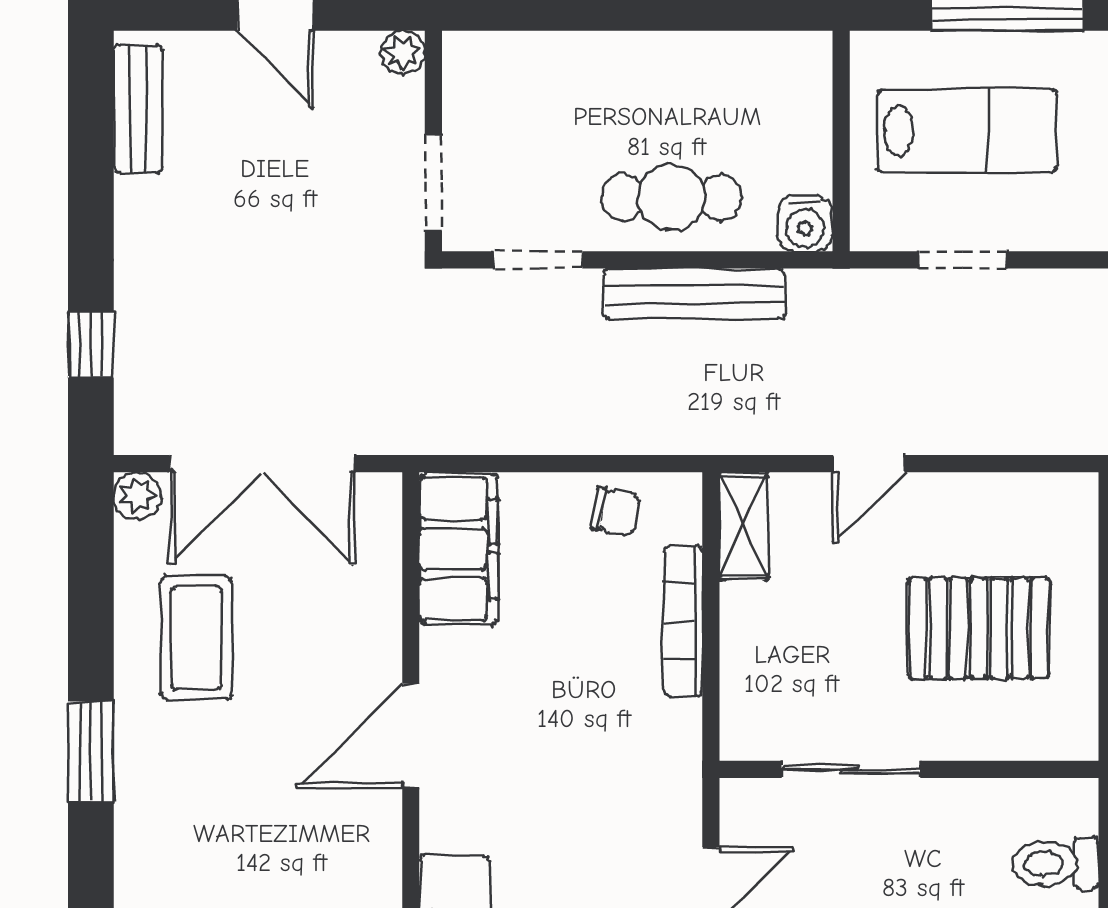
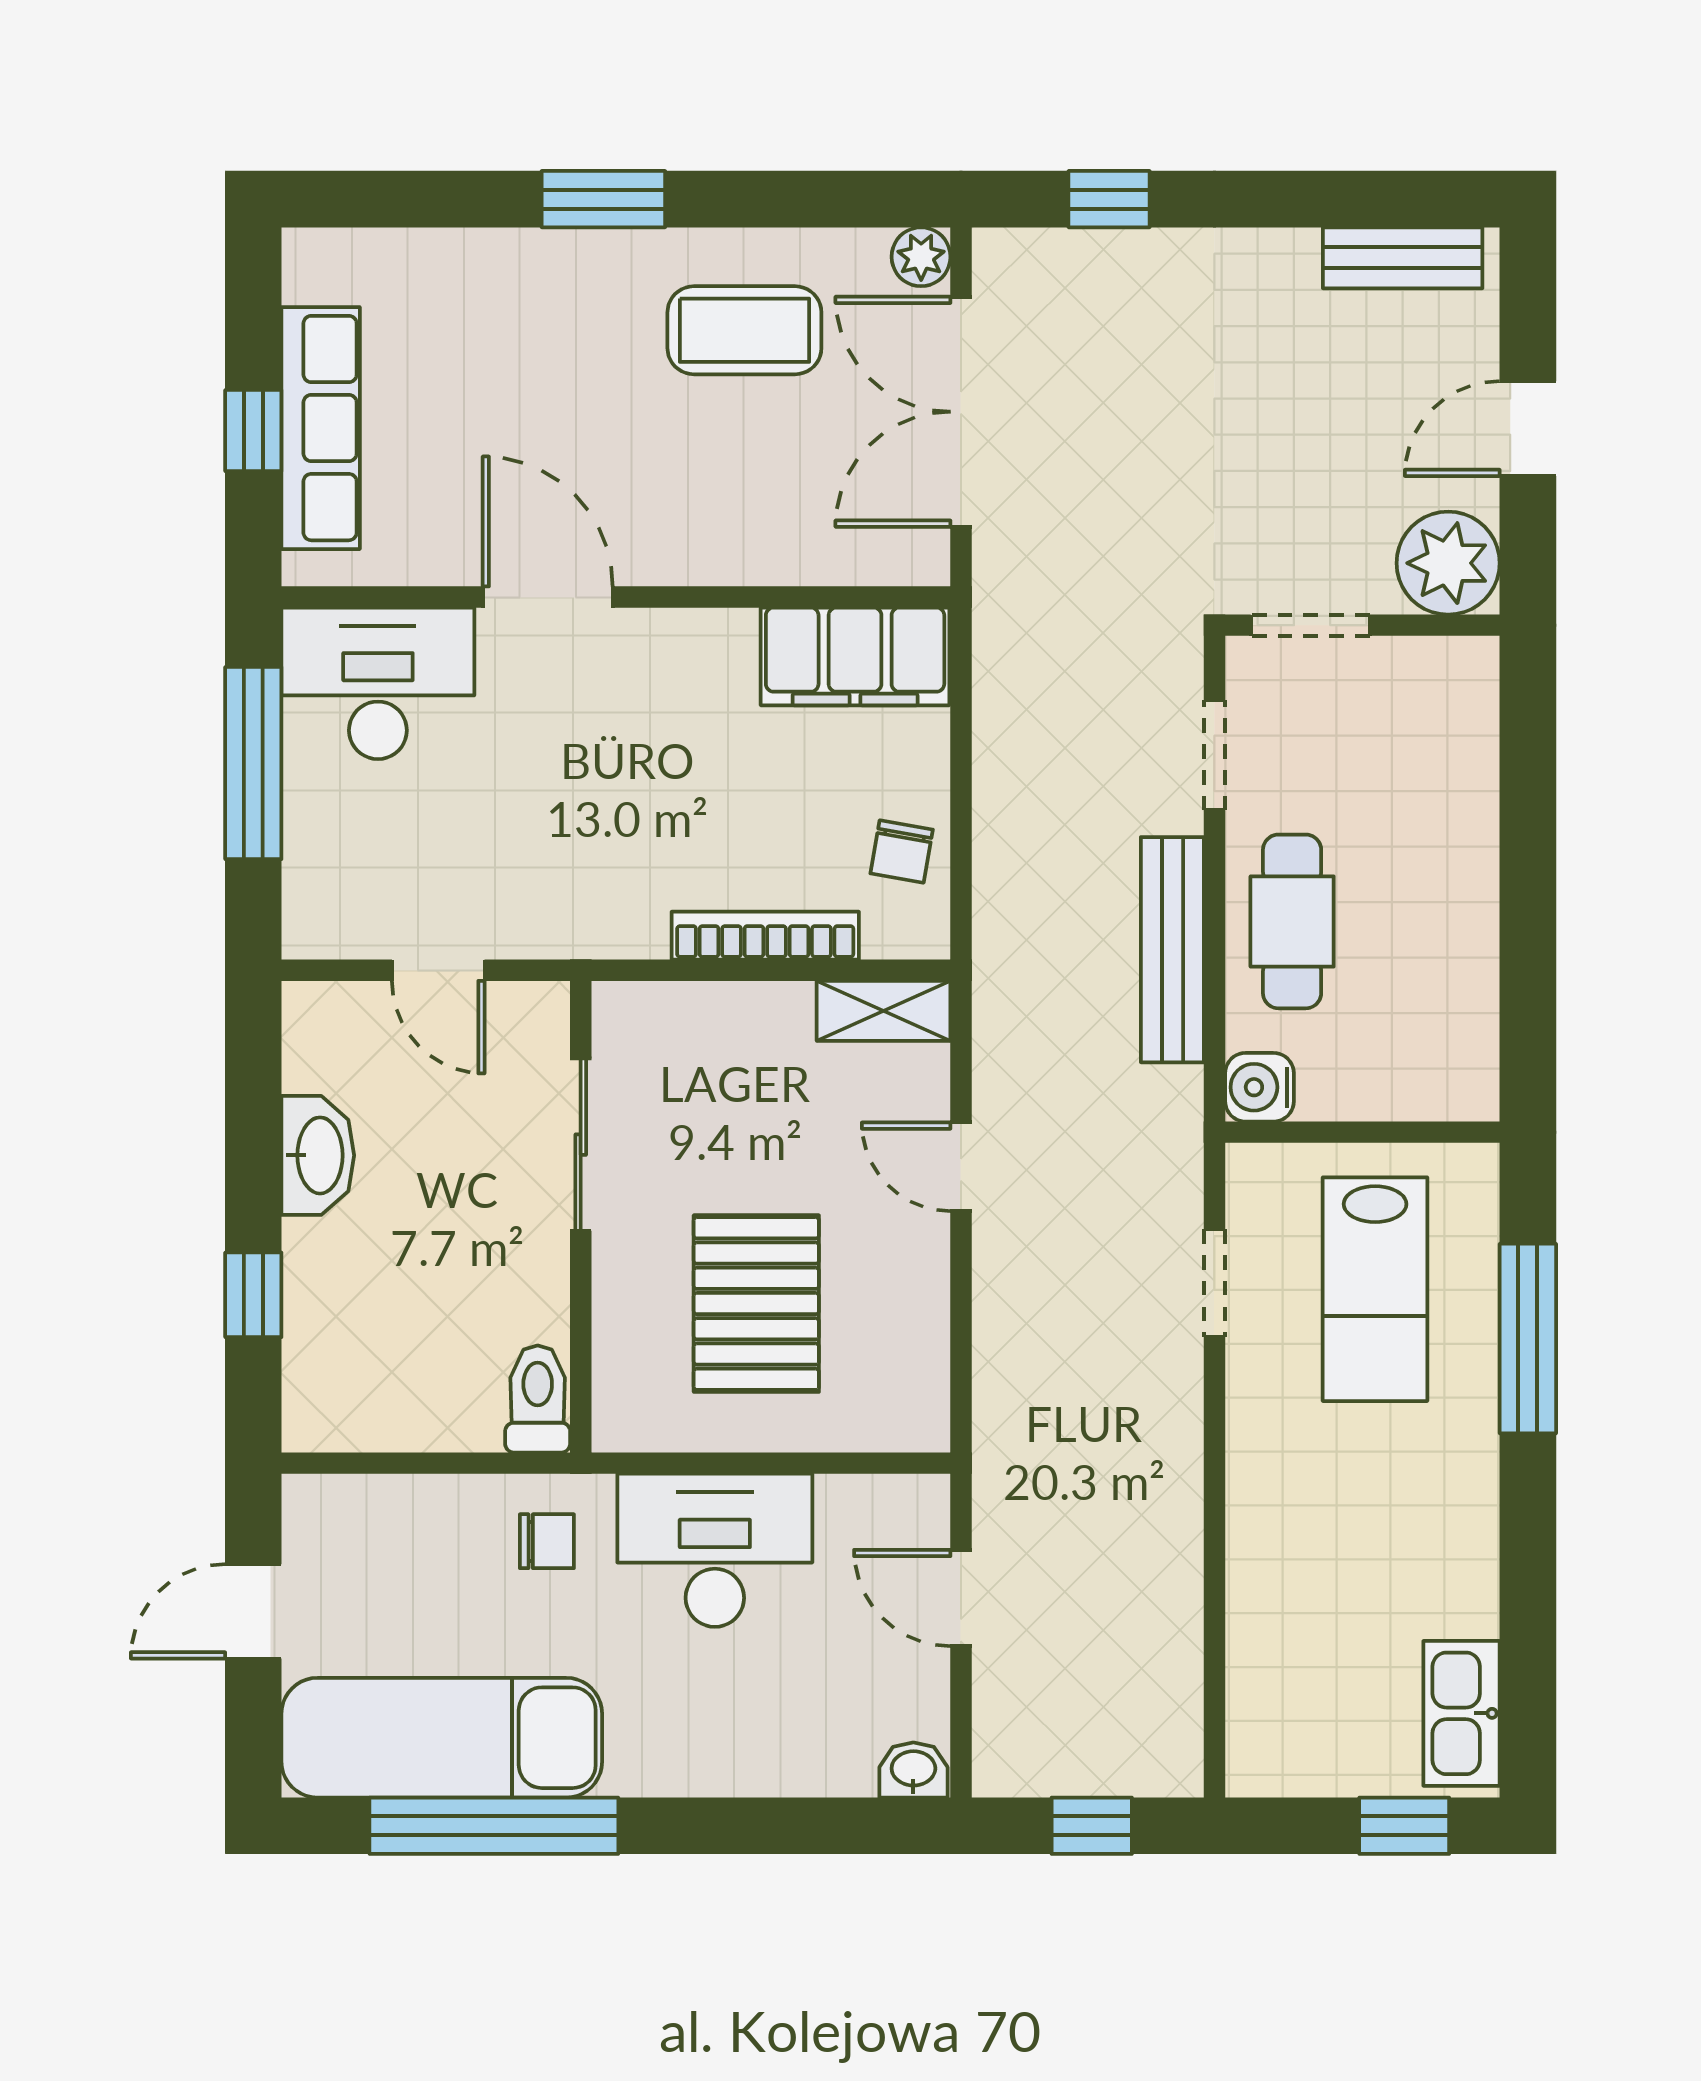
plant: (403, 53) -> (1448, 563), width x1.88, depth x1.88
door: (411, 736) -> (548, 597), moved
toilet: (1056, 864) -> (538, 1399), moved

